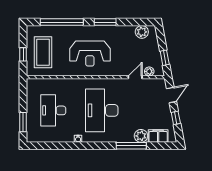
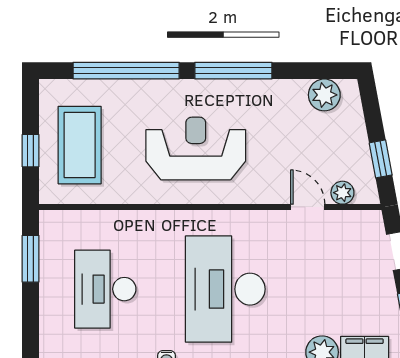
window: (105, 22) -> (233, 71), width x1.44
reception desk: (90, 54) -> (196, 149), turned 180
door: (135, 77) -> (308, 207), hinge flipped
window: (23, 122) -> (30, 259), moved

